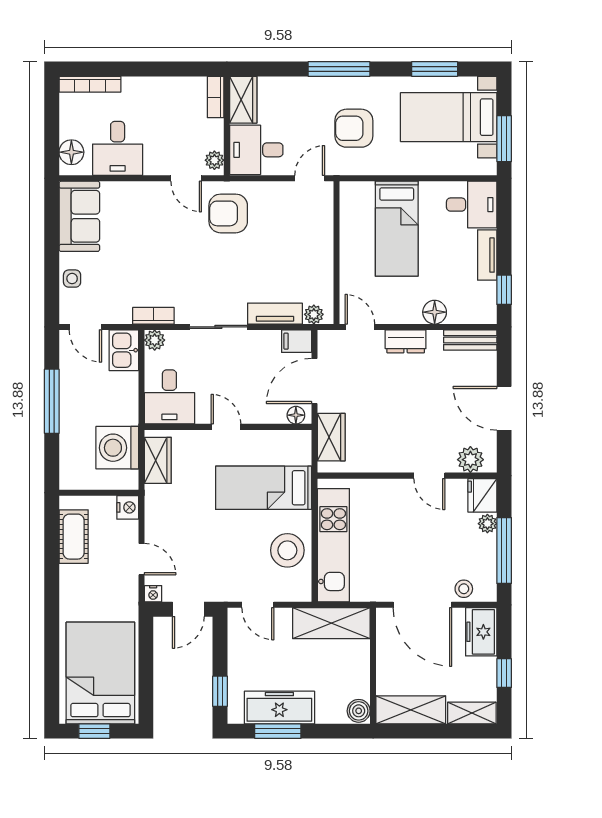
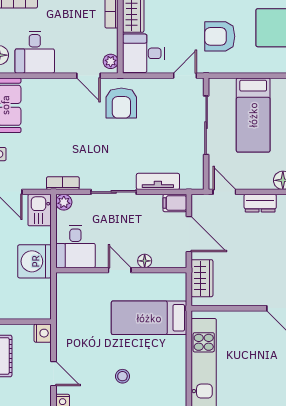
armchair: (228, 213) -> (121, 103), turned -90
sliding door: (336, 242) -> (206, 125), added
plant: (314, 314) -> (188, 182), removed
door: (315, 381) -> (189, 234), swing flipped
floor lamp: (296, 415) -> (145, 261), moved
washing machine: (117, 448) -> (35, 261), moved
wardrobe: (158, 460) -> (66, 296), removed
stool: (287, 550) -> (122, 376), moved, width x0.53, depth x0.53

